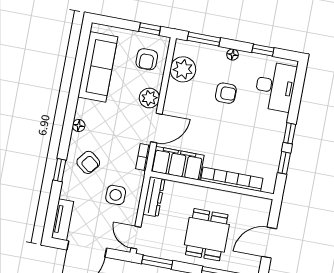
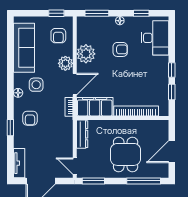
plant: (183, 69) -> (86, 54), moved
armchair: (88, 162) -> (30, 118), turned 52
side table: (116, 195) -> (36, 85), moved

